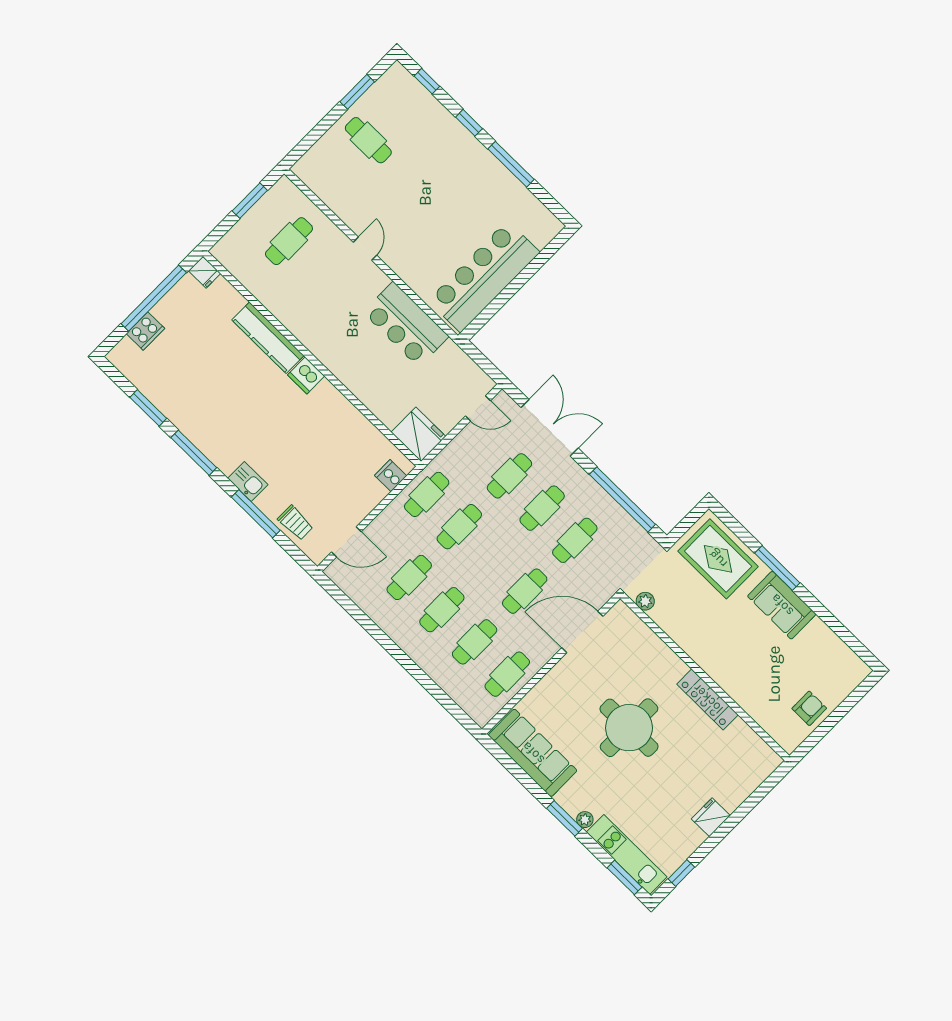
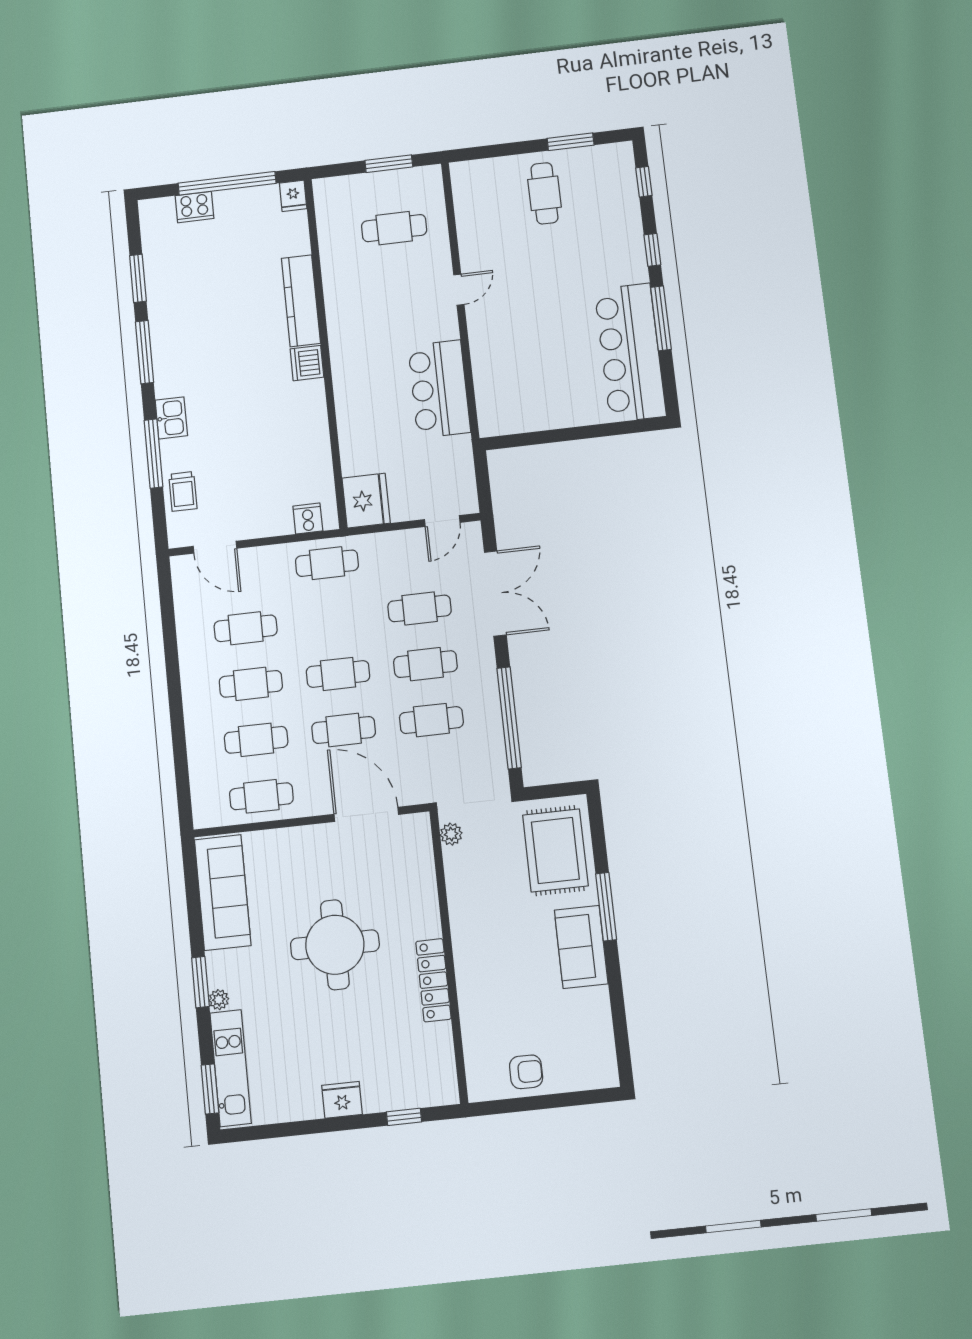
bar counter: (484, 276) -> (630, 353), moved, turned -90
door: (478, 408) -> (442, 521), hinge flipped
cafe table: (459, 527) -> (338, 674), moved
window: (681, 873) -> (404, 1117), moved

